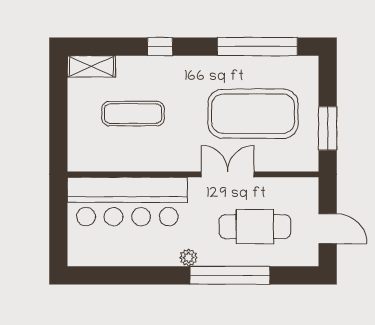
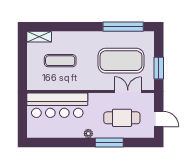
window: (160, 47) -> (74, 27), removed
double door: (228, 174) -> (128, 91), moved
window: (230, 275) -> (109, 143), width x0.68

